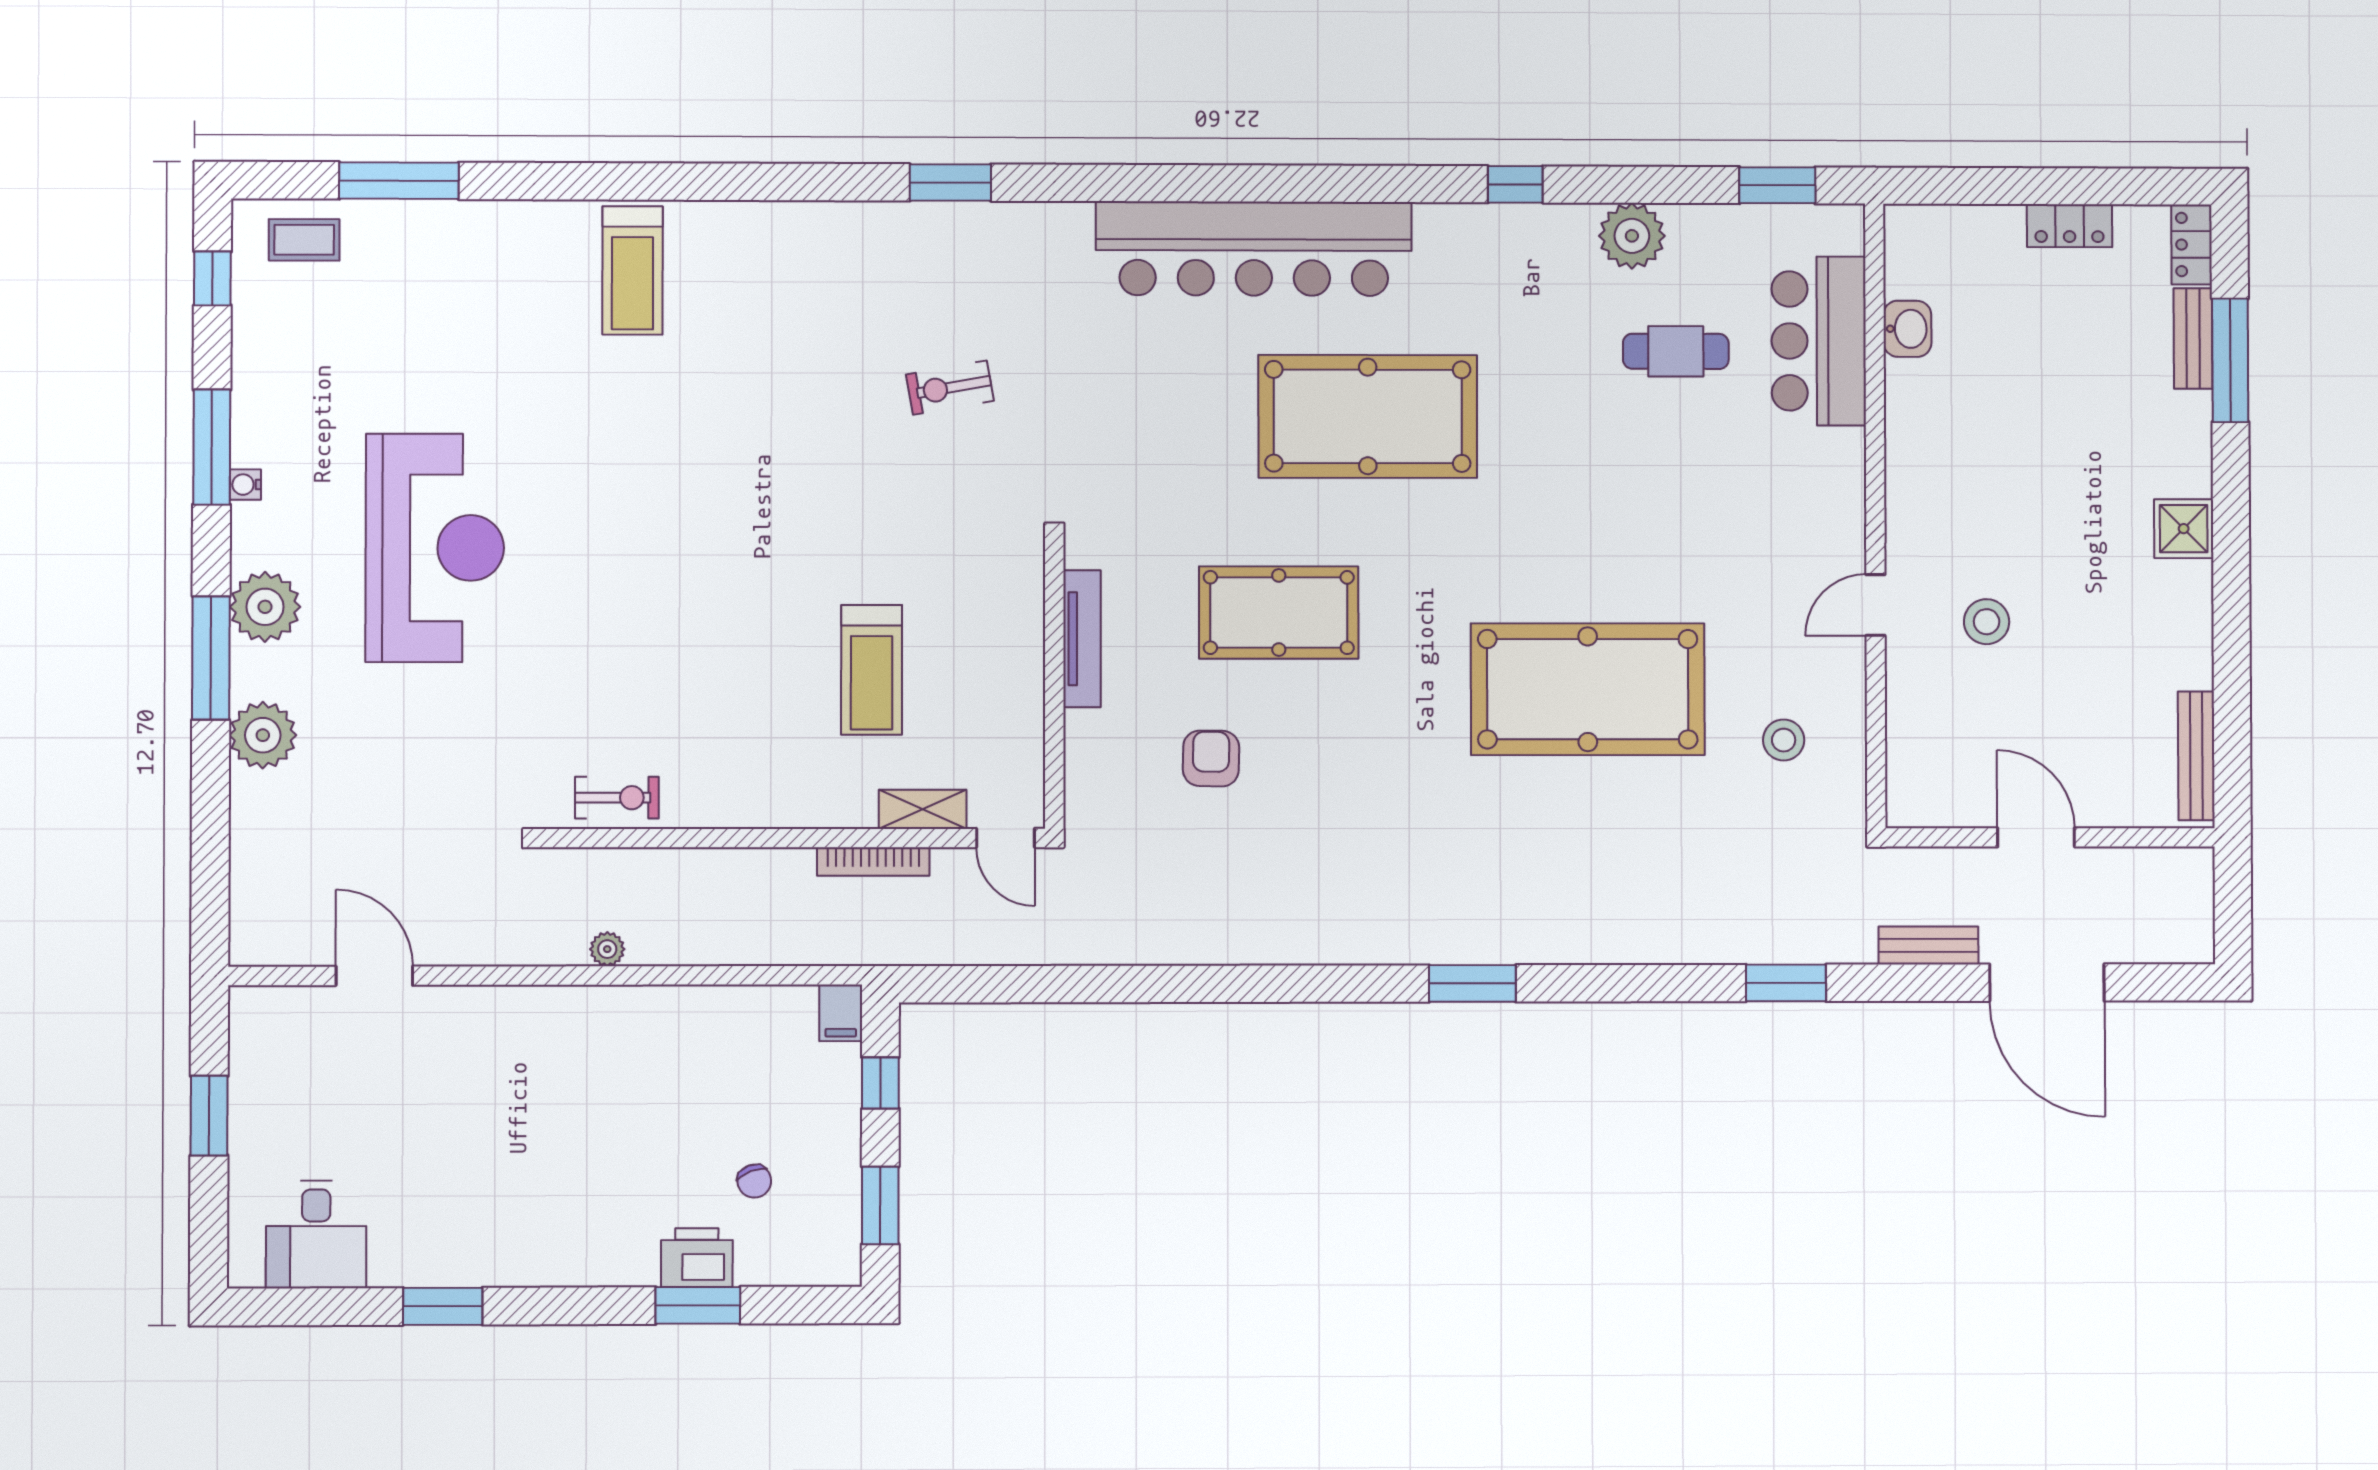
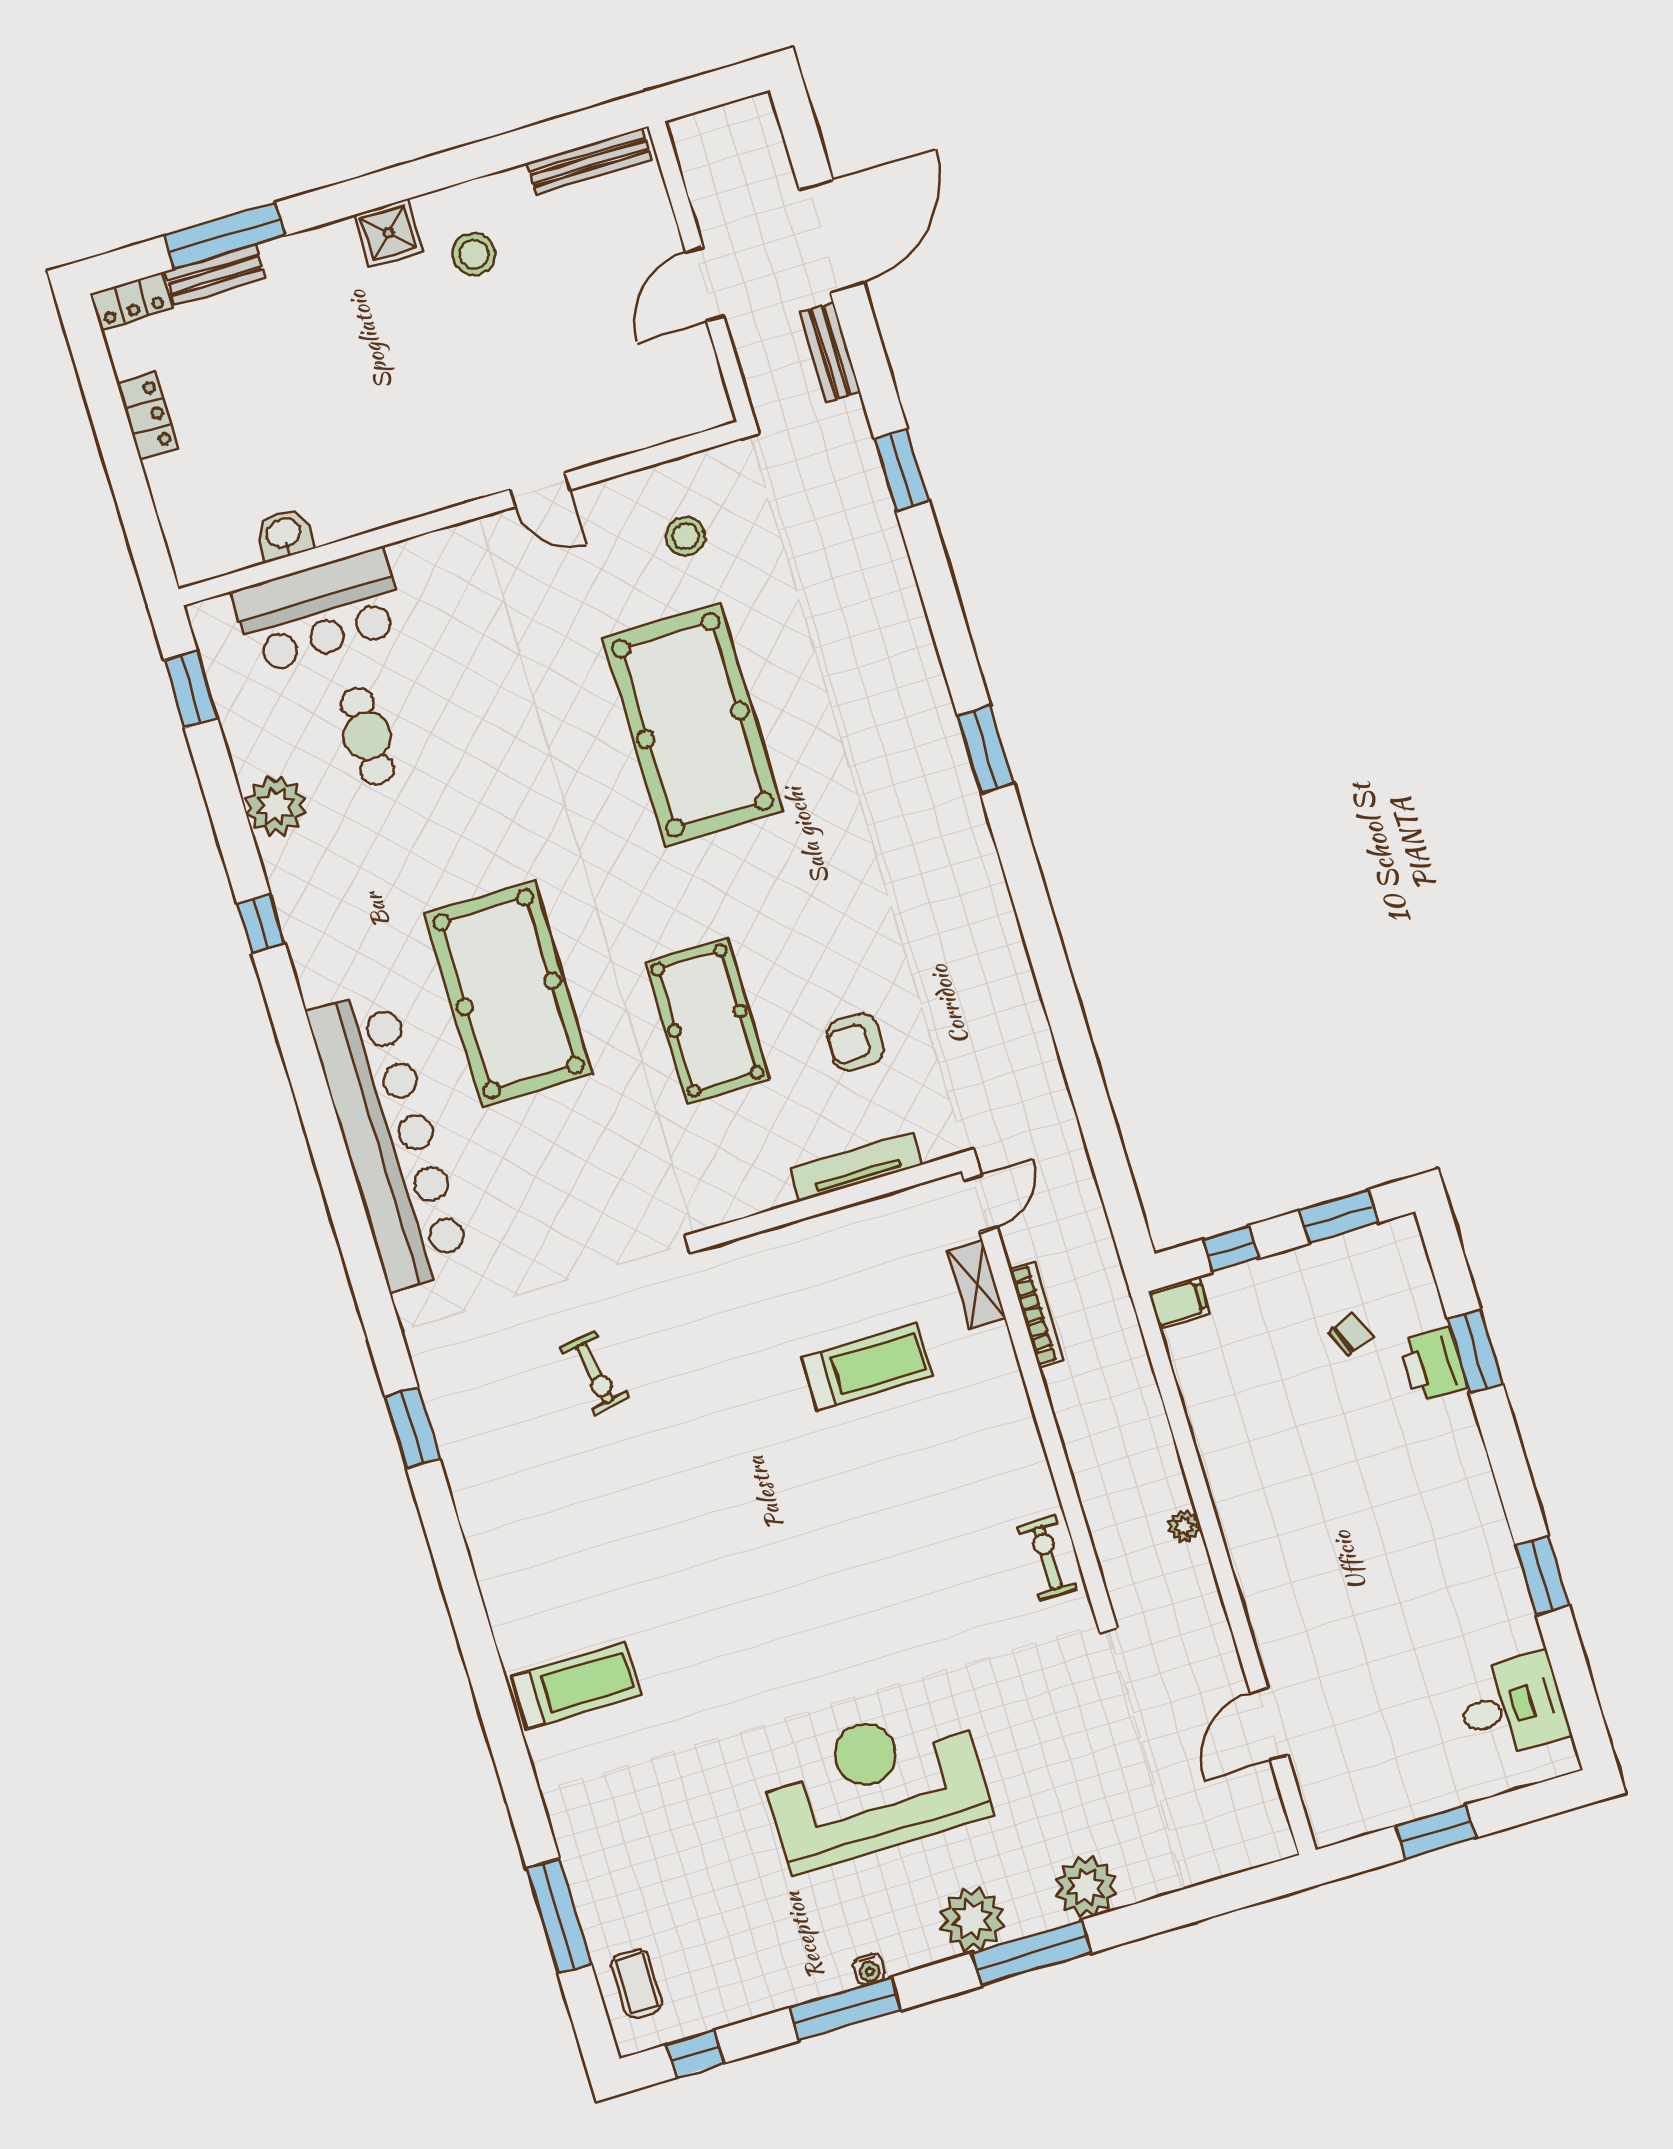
stool: (1987, 622) -> (474, 254), moved
tv unit: (1082, 639) -> (856, 1167), moved

